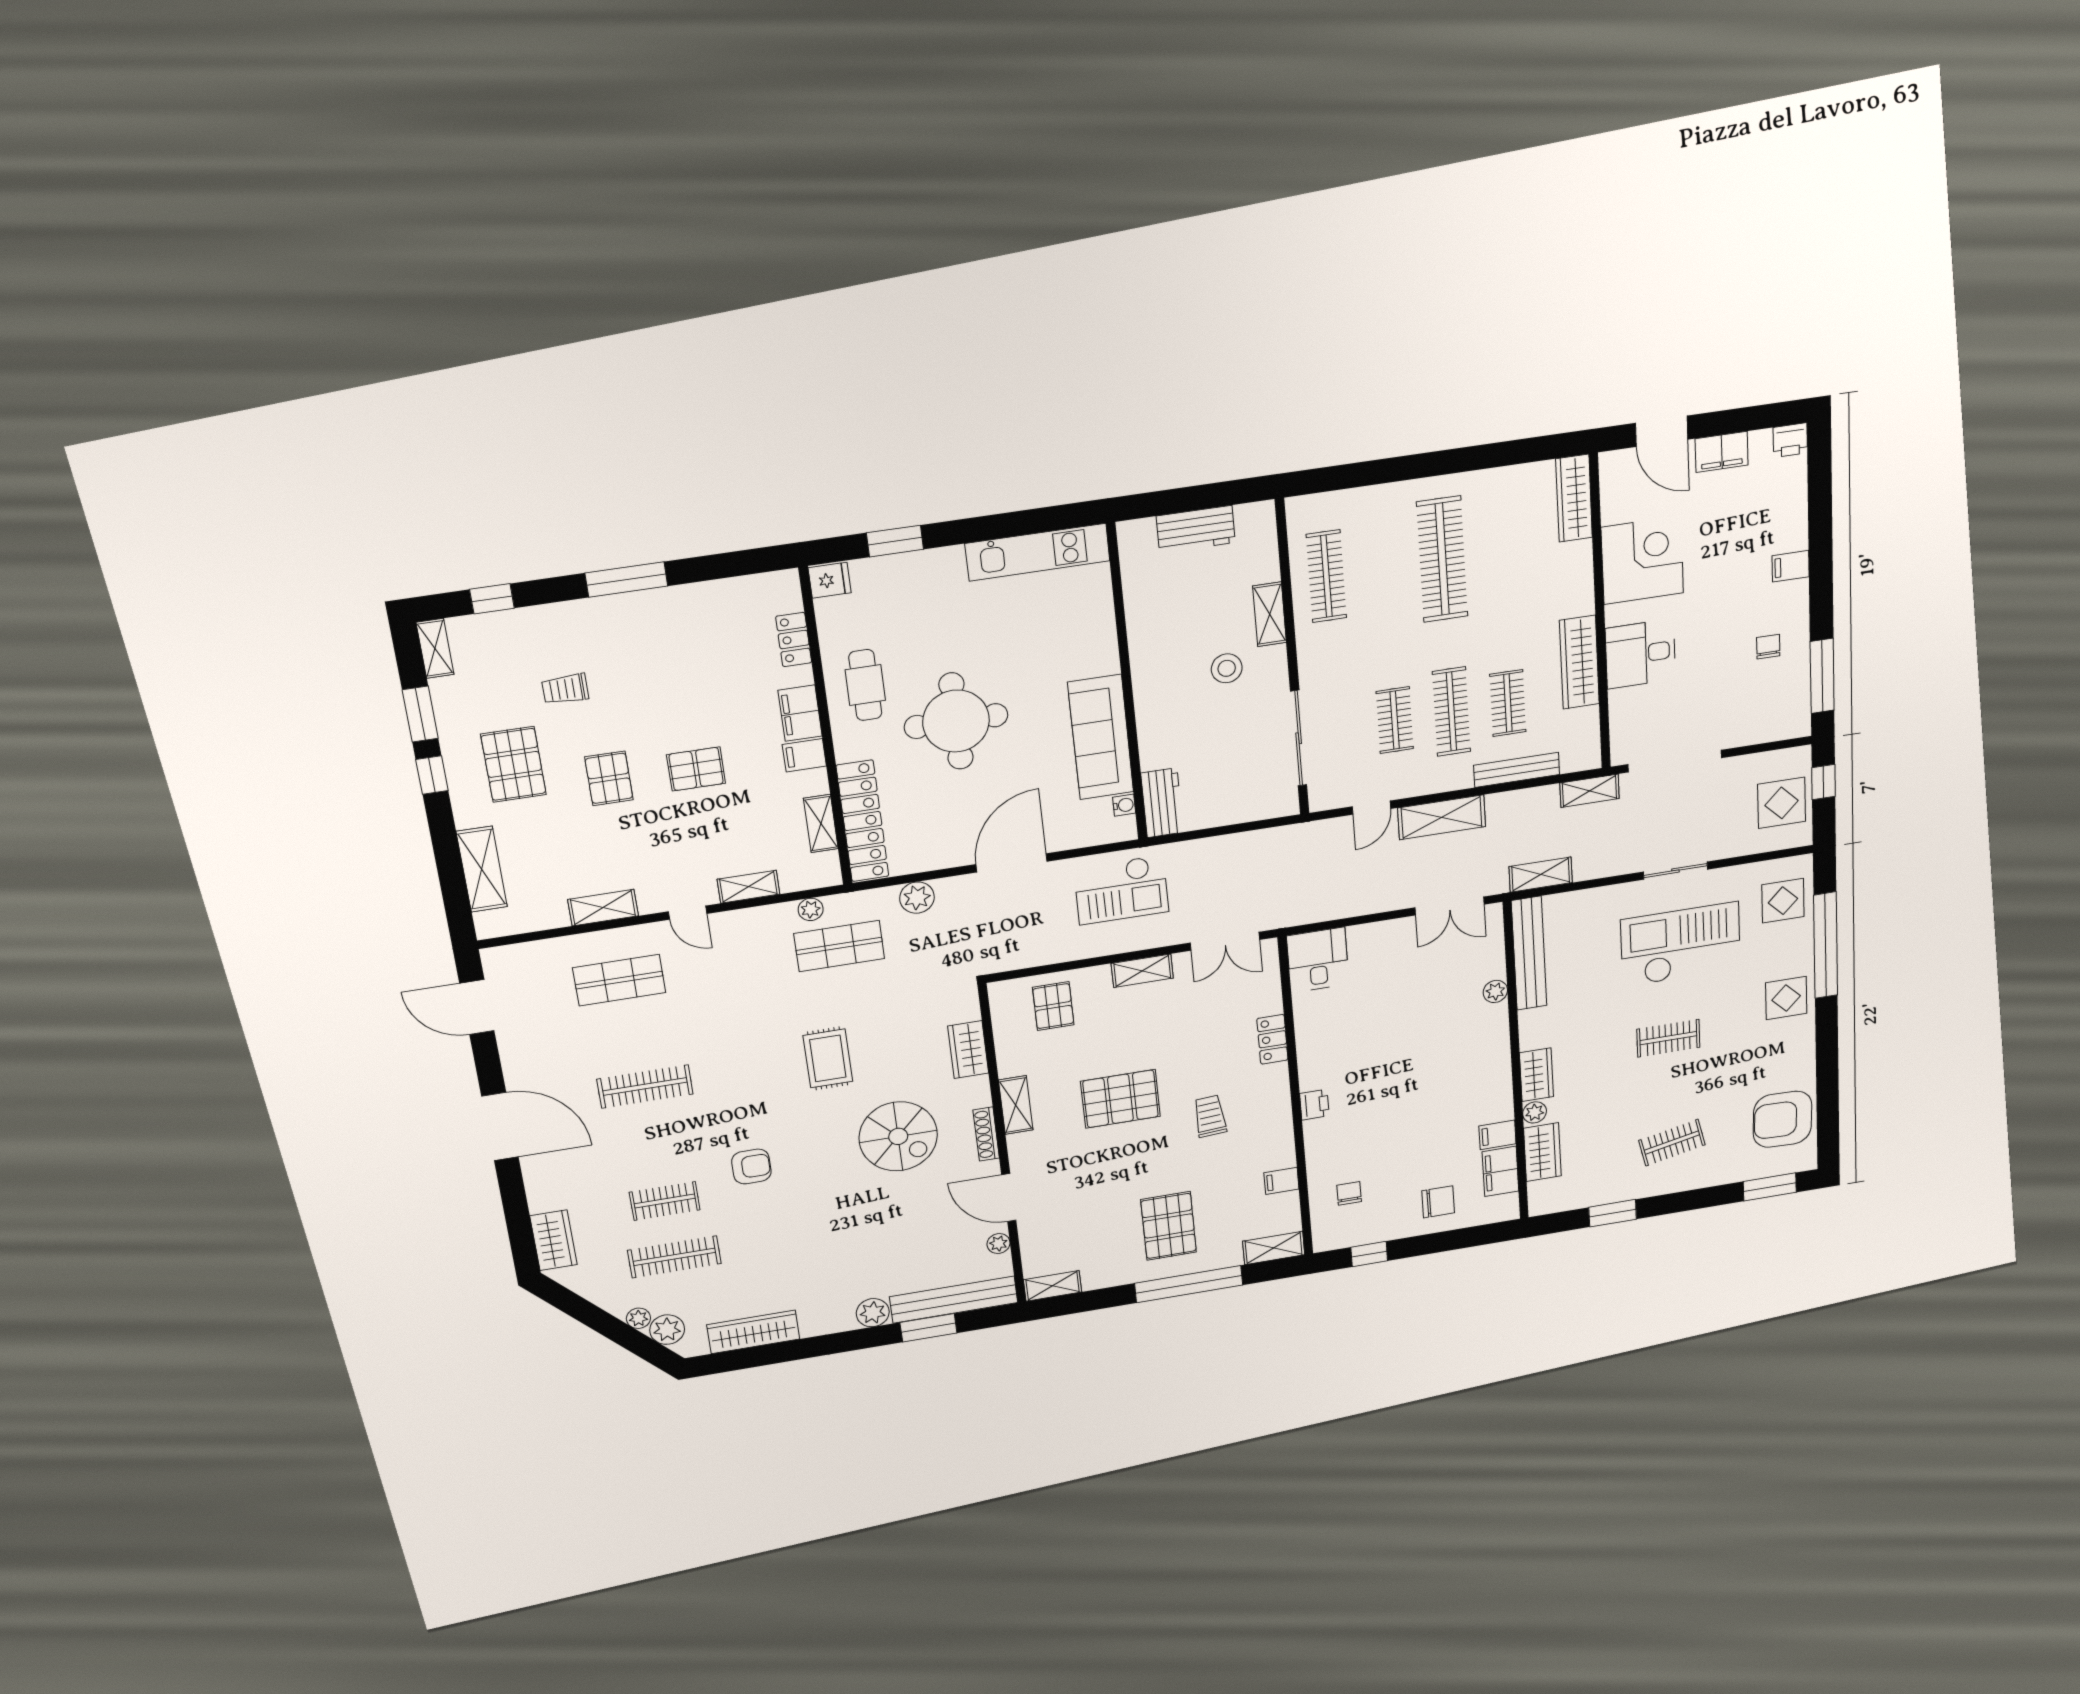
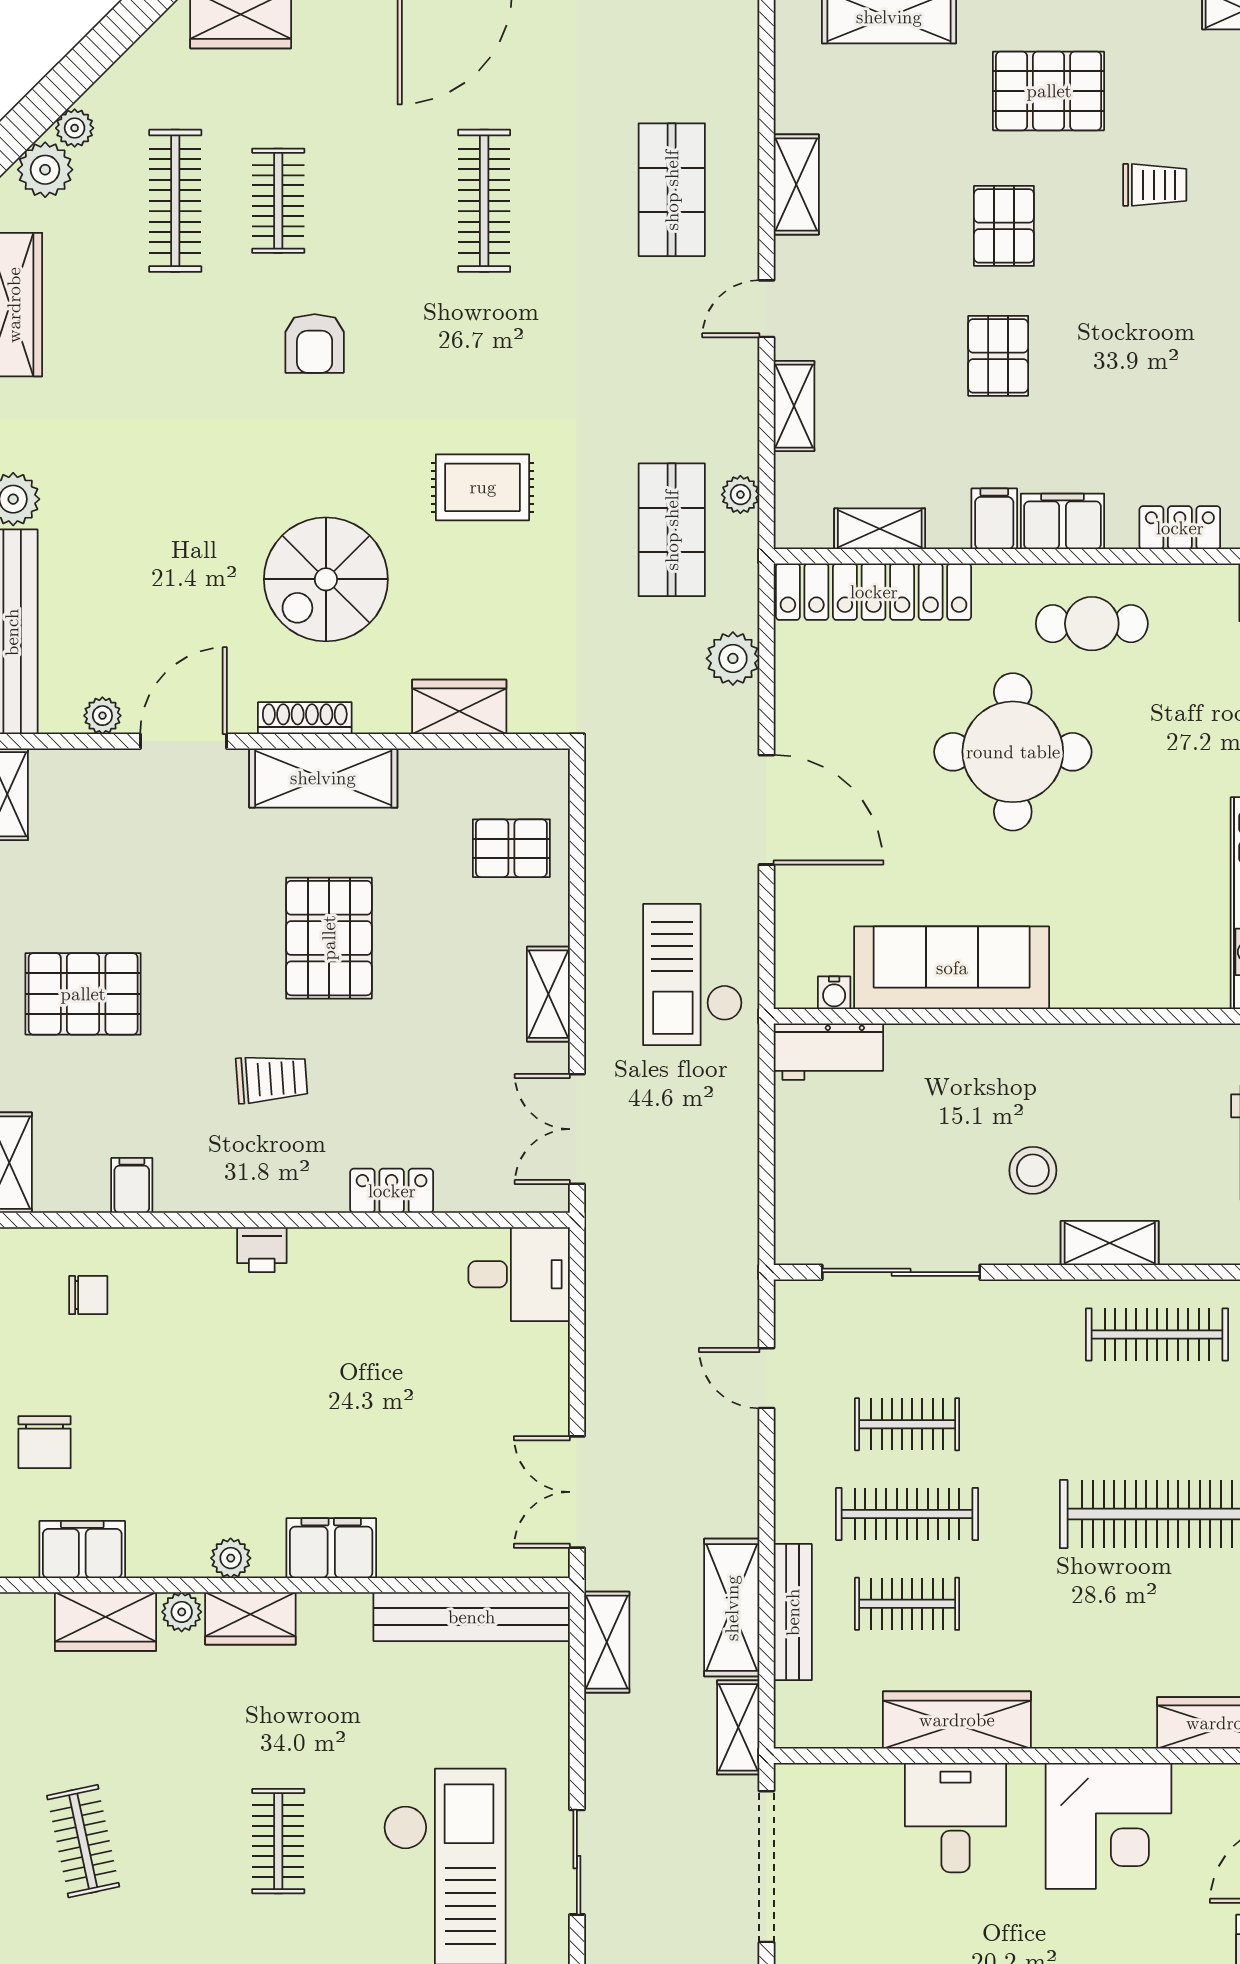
trolley: (565, 689) -> (1155, 185), turned 90
pallet: (609, 778) -> (1004, 226), turned 90
shelving: (1442, 817) -> (732, 1608), moved
plant: (1495, 991) -> (231, 1558), moved
shelving: (1016, 1105) -> (323, 778), width x1.50, depth x1.33
filing cabinet: (1498, 1135) -> (331, 1548), moved, width x2.00

